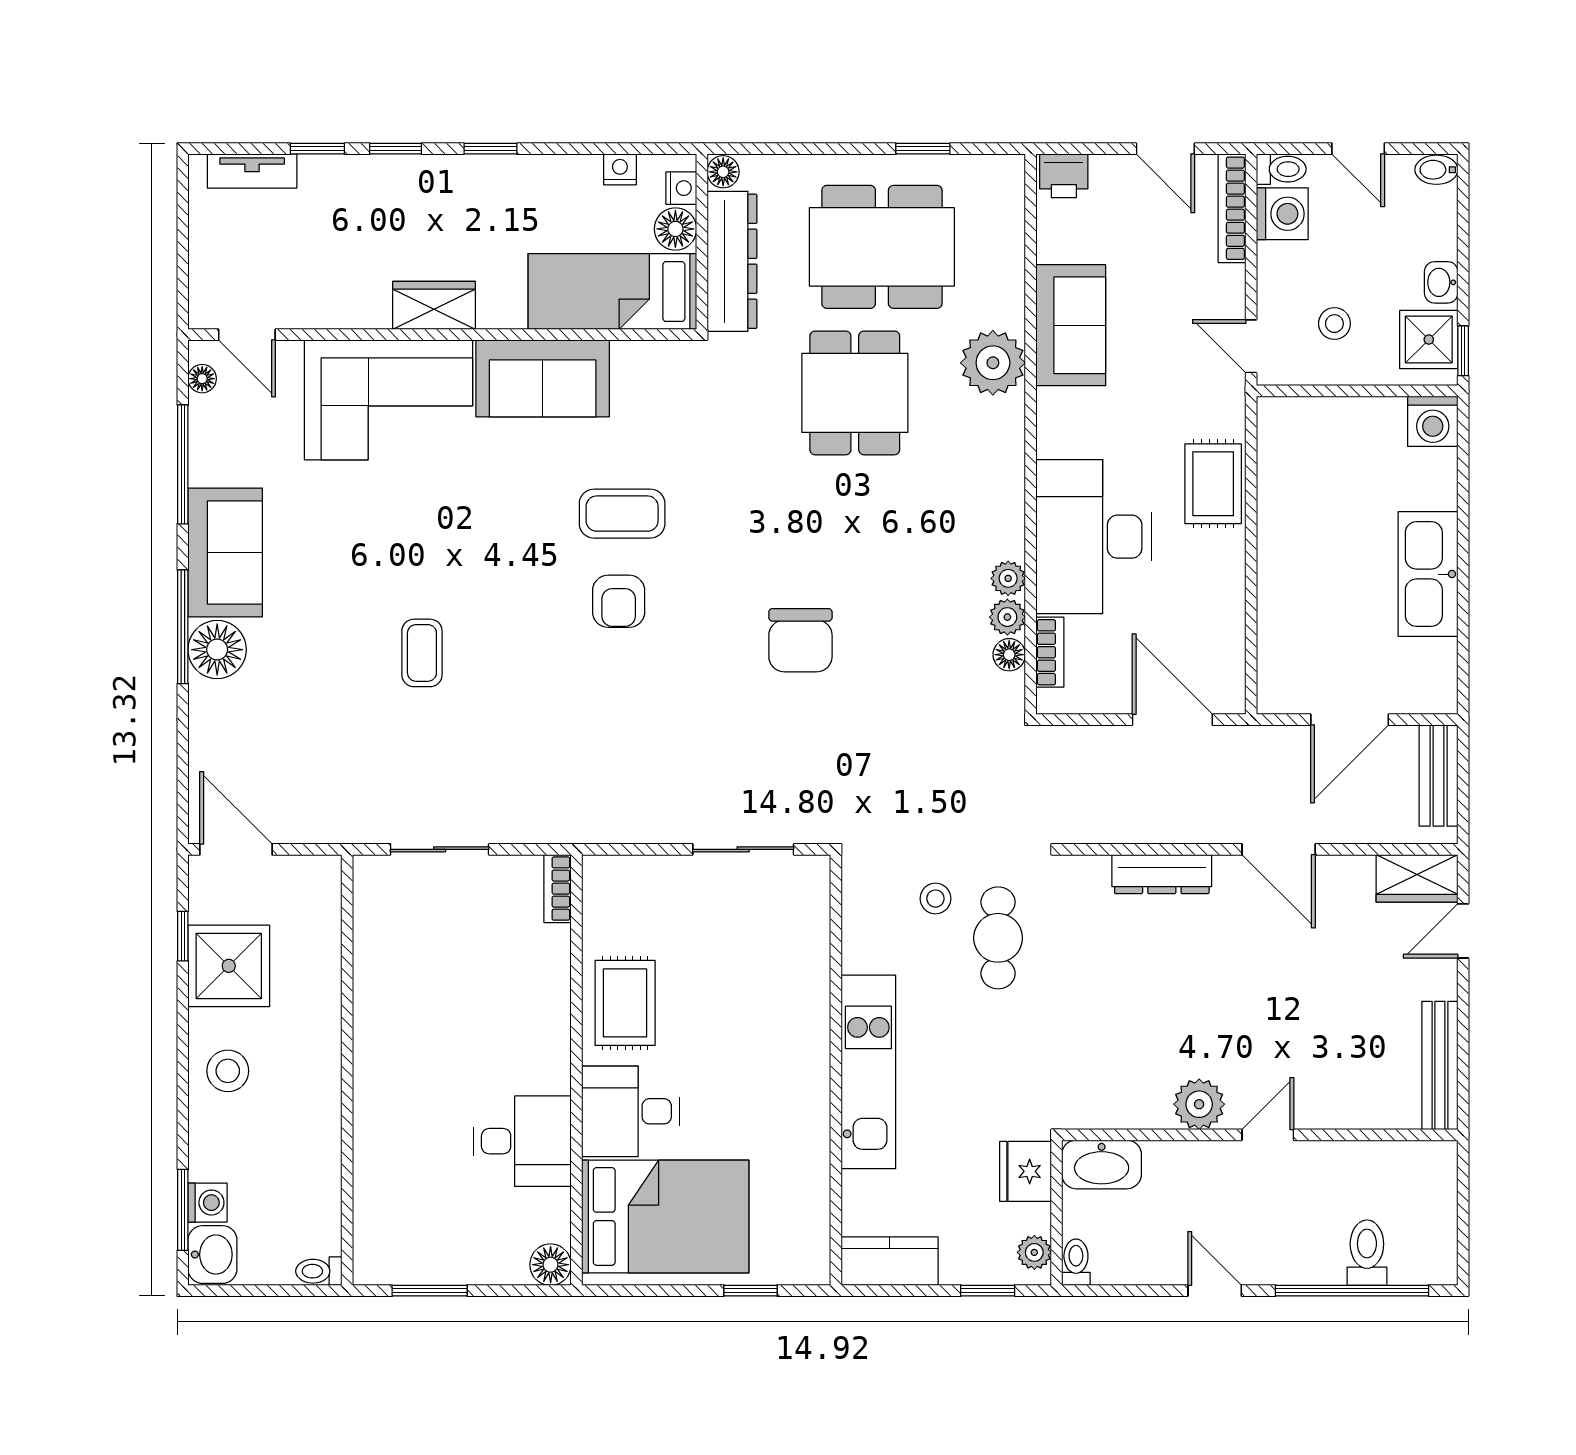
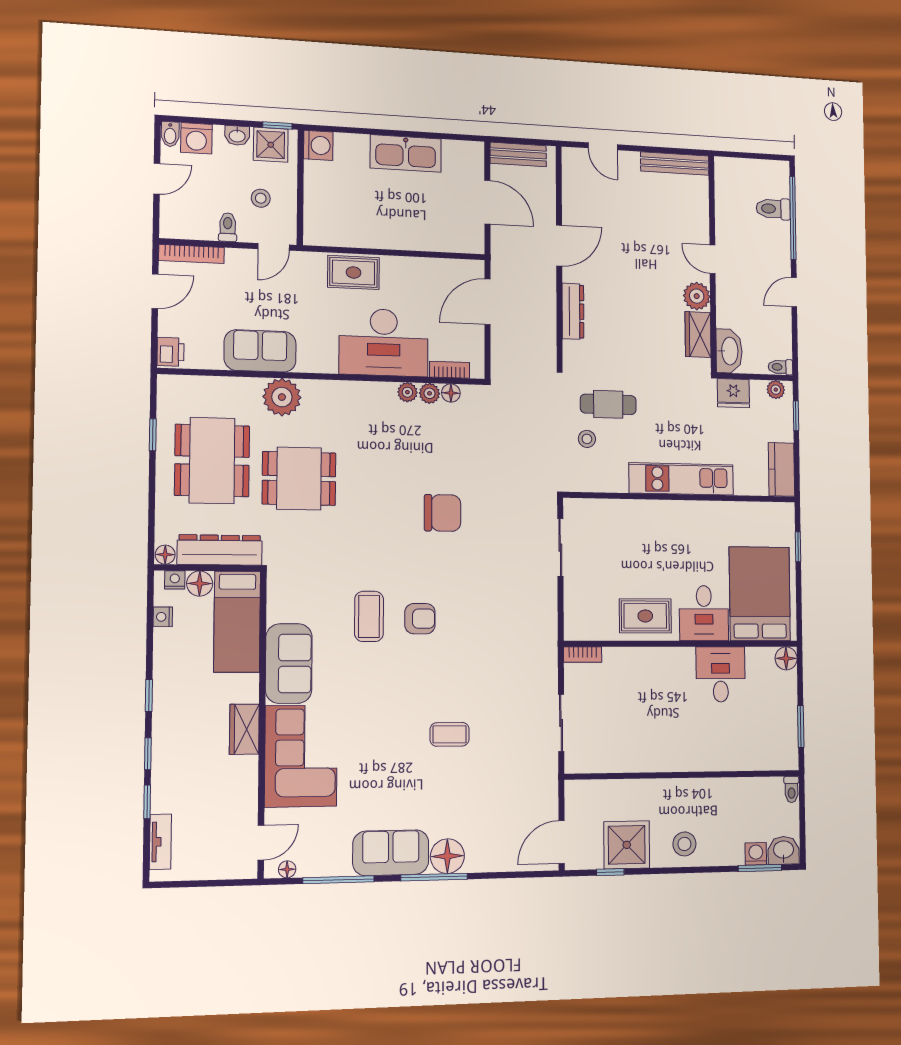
toilet: (1281, 169) -> (228, 227), moved
washing machine: (1282, 214) -> (196, 138), moved, turned 180
wardrobe: (1417, 878) -> (698, 335), moved, turned 180

